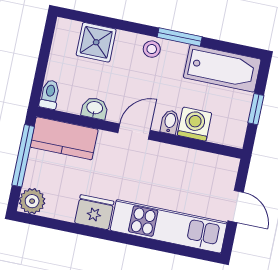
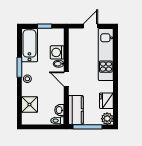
washbasin: (95, 108) -> (59, 110), moved
fridge: (94, 212) -> (106, 101), moved

